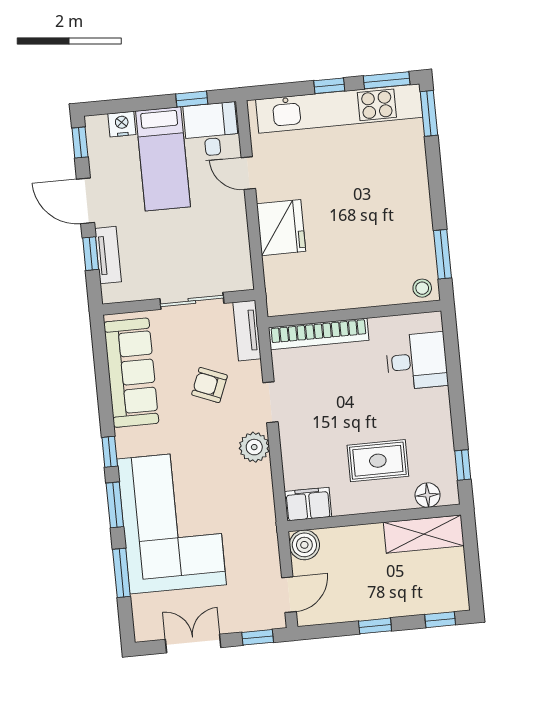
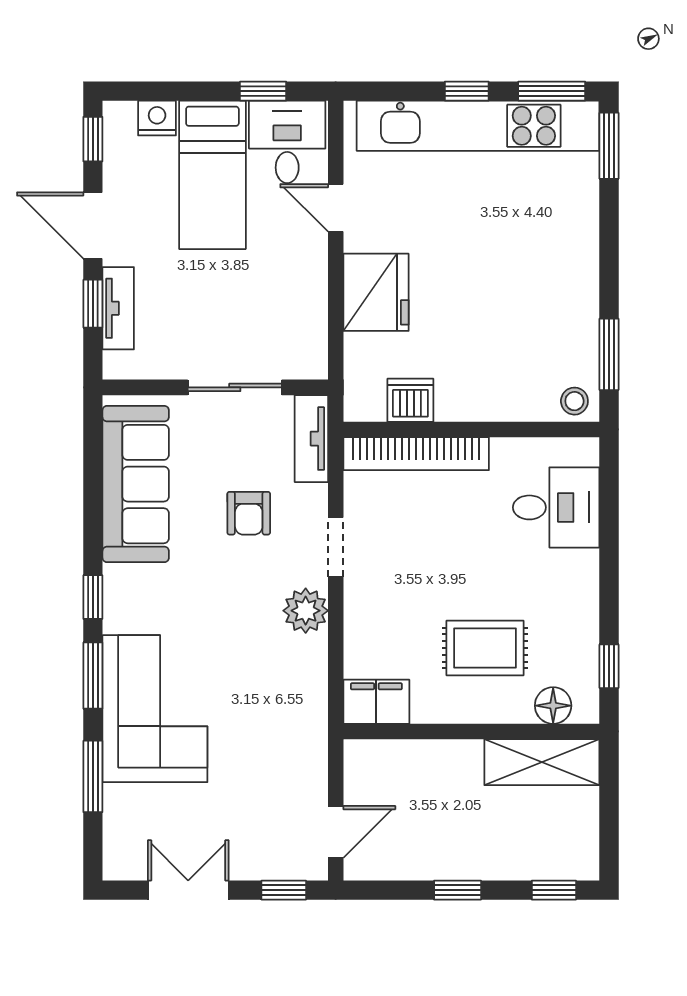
dishwasher: (311, 298) -> (410, 400), added
armchair: (209, 385) -> (249, 513), turned -112
corner sofa: (172, 522) -> (155, 709), width x0.73, depth x0.74
boiler: (304, 545) -> (365, 761), removed

